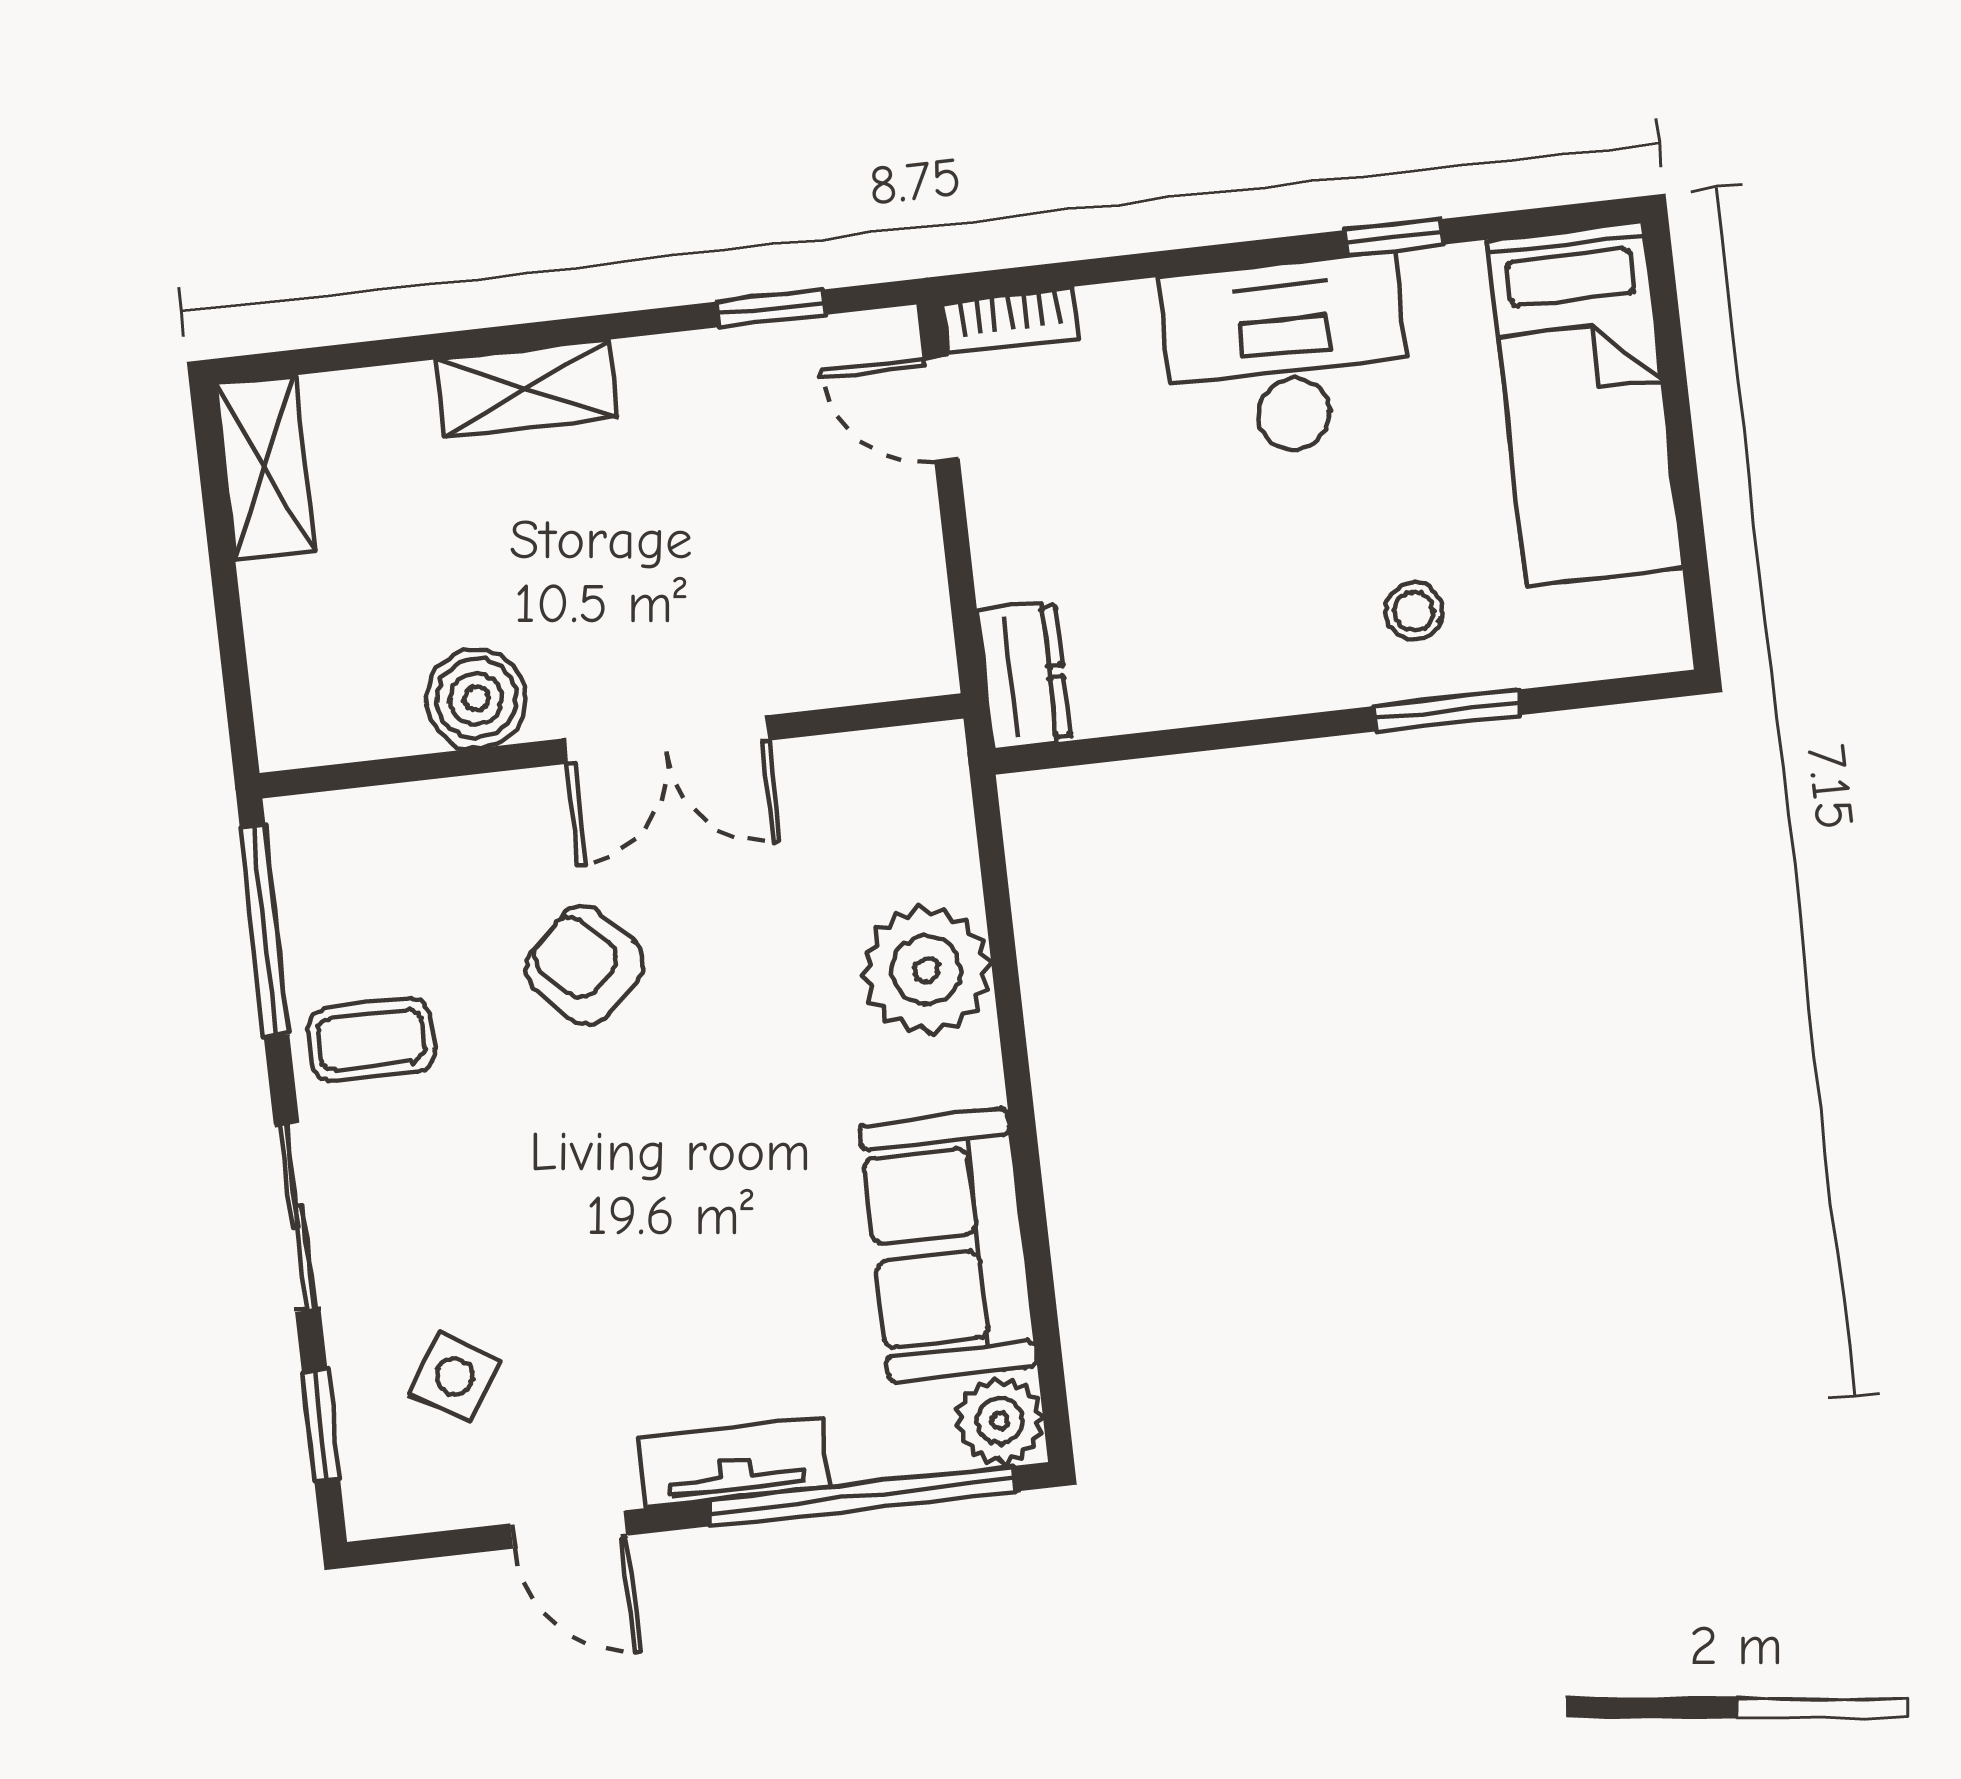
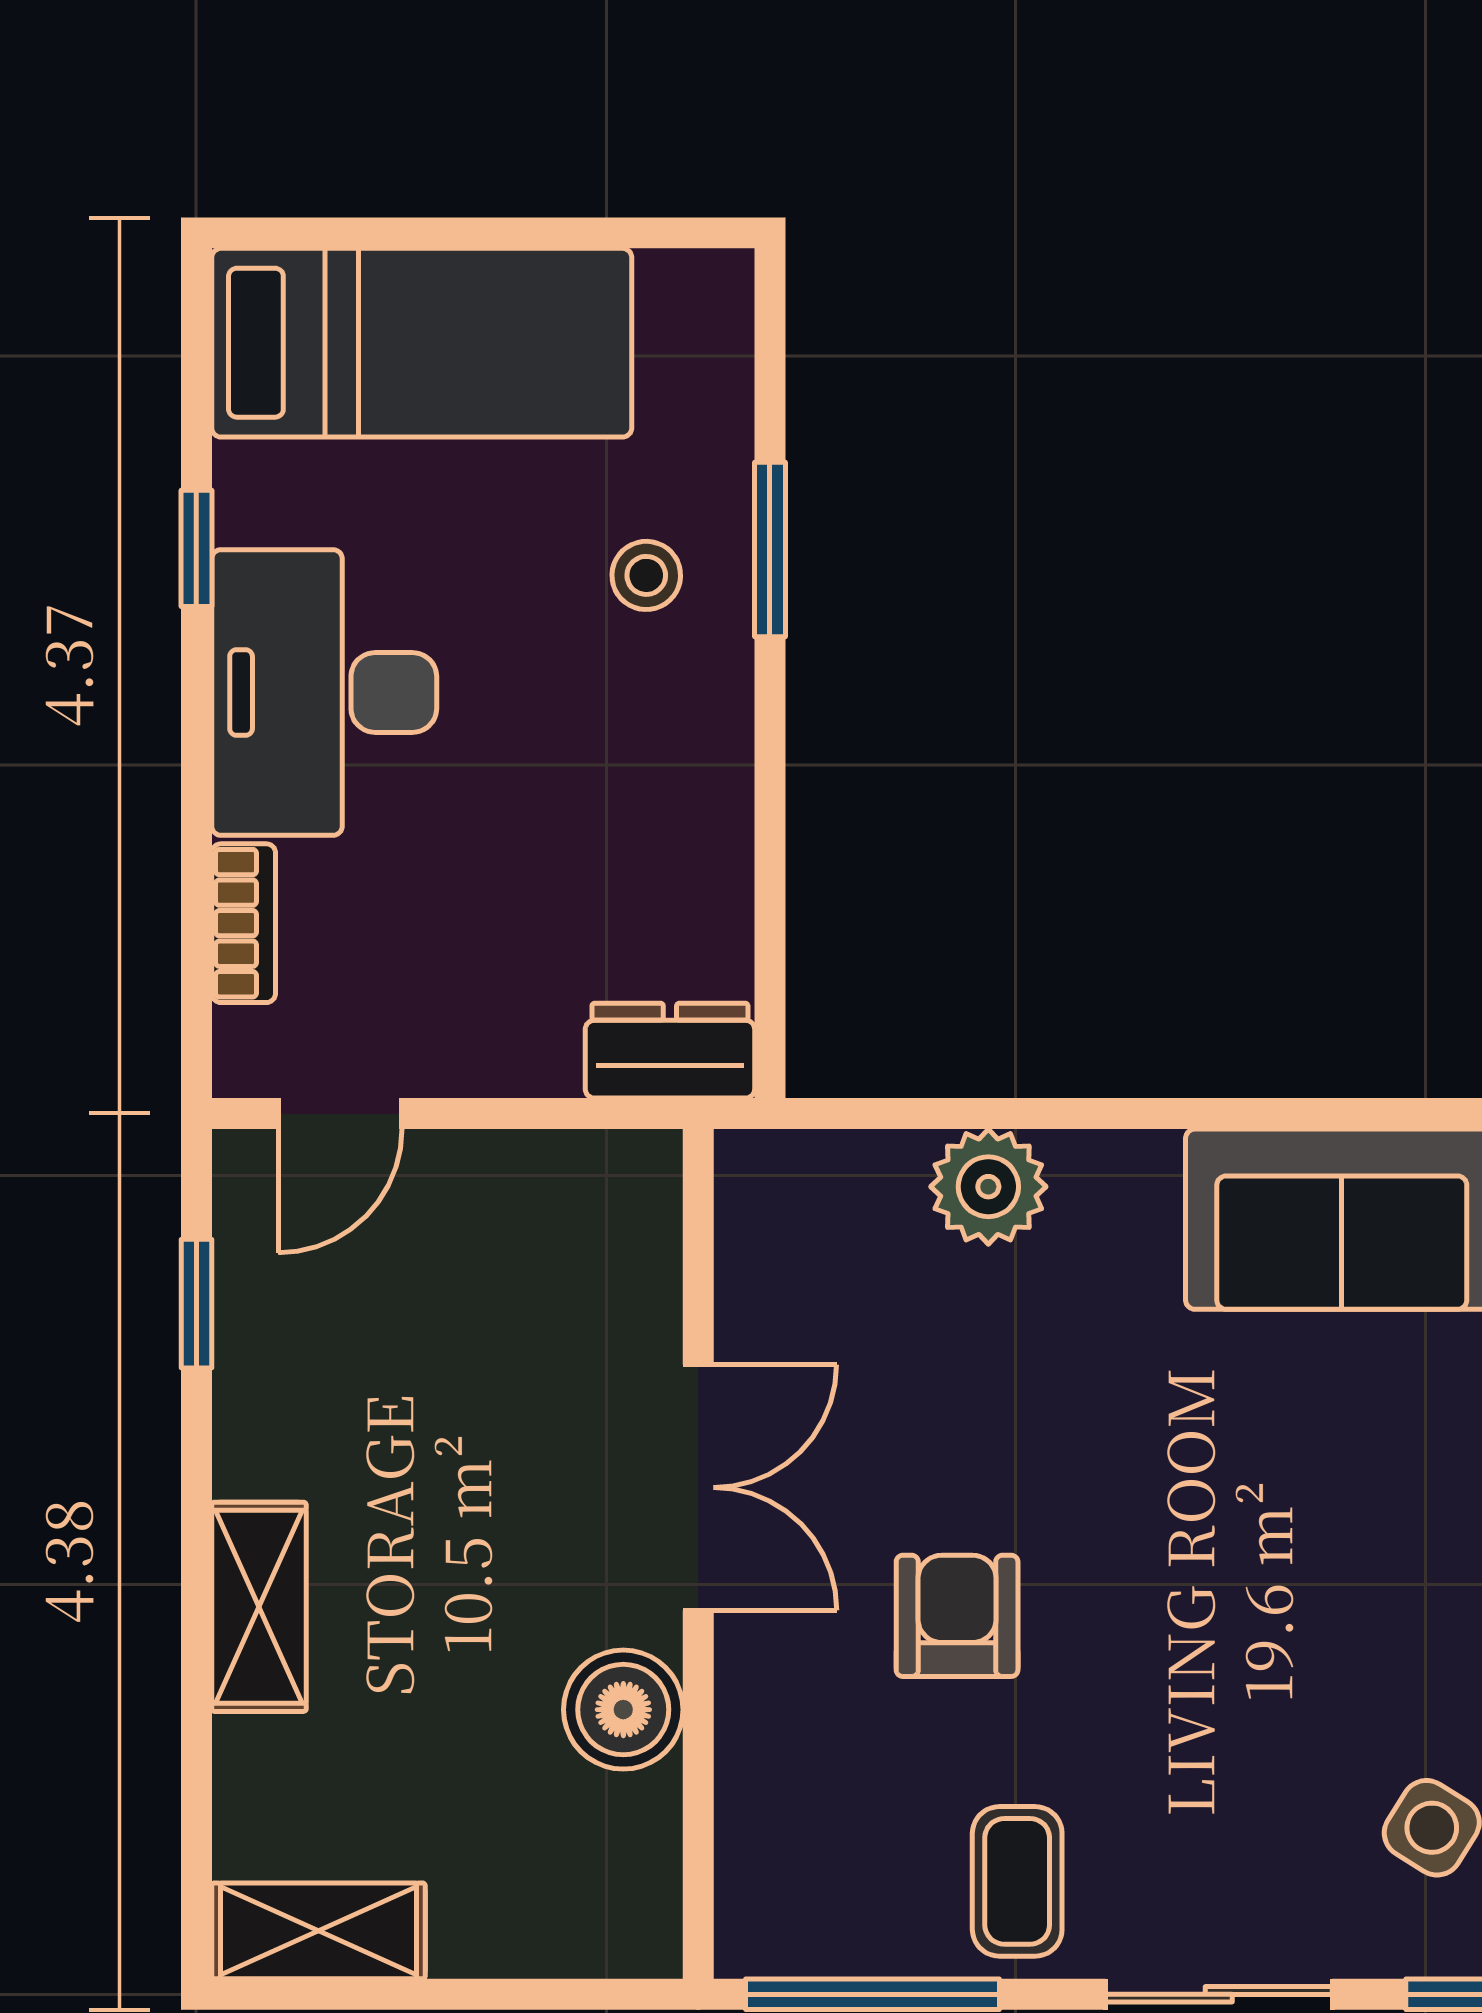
bookcase: (1010, 320) -> (244, 923), moved
armchair: (585, 965) -> (957, 1616), turned 134
plant: (926, 970) -> (988, 1187), width x0.73, depth x0.73

